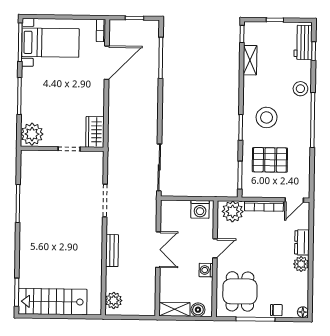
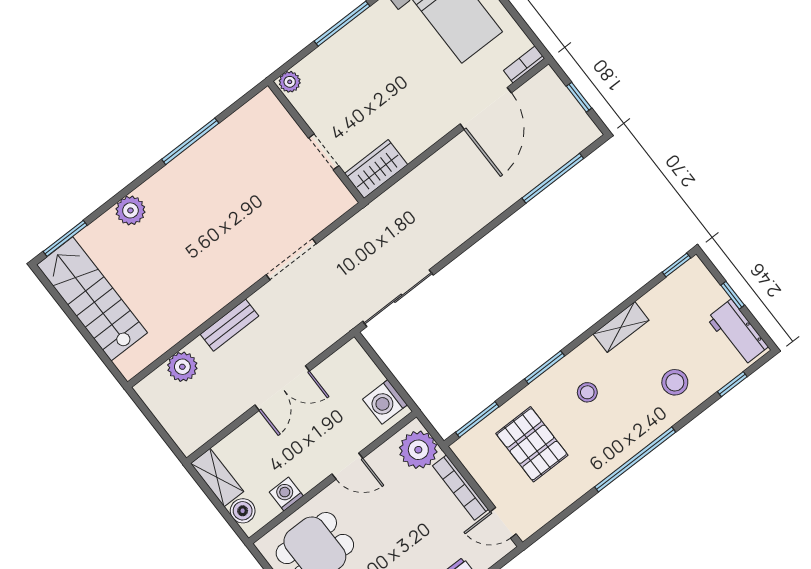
workbench: (303, 42) -> (738, 332), moved, turned -90
shelving: (250, 60) -> (621, 327), moved
door: (107, 63) -> (486, 108), hinge flipped
stool: (300, 89) -> (675, 382), moved
stool: (267, 117) -> (587, 392), width x0.53, depth x0.53
plant: (32, 134) -> (290, 82), width x0.53, depth x0.53
plant: (27, 254) -> (130, 210), added
washing machine: (206, 270) -> (286, 494), moved
plant: (114, 300) -> (182, 367), moved

